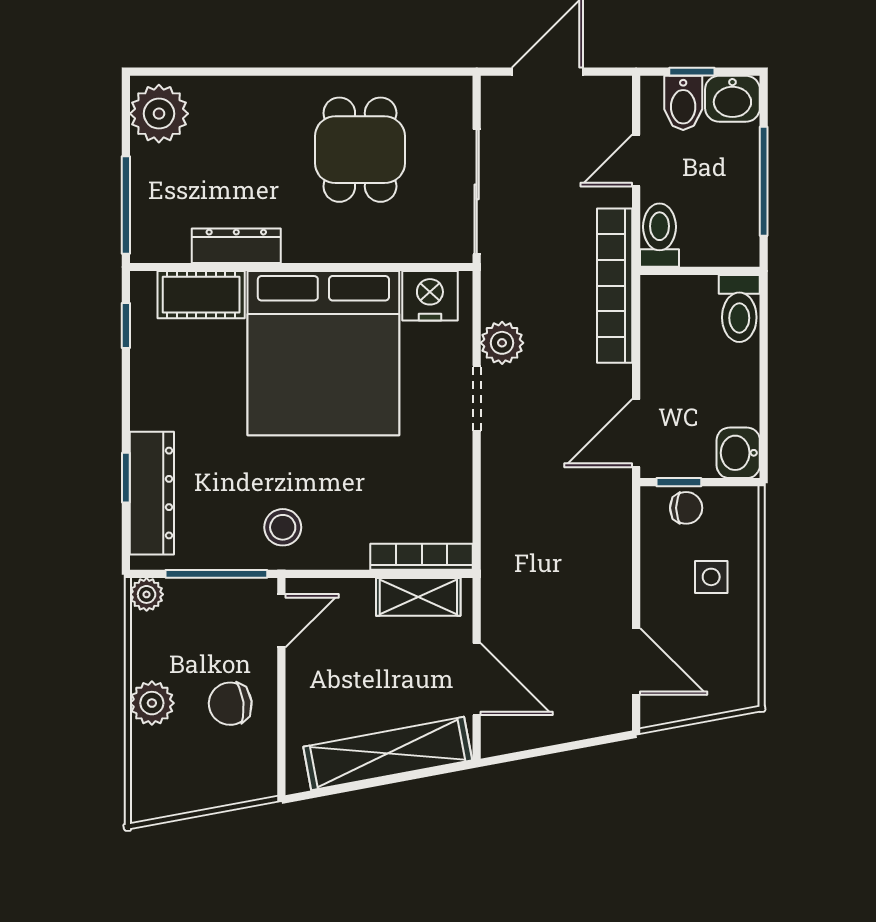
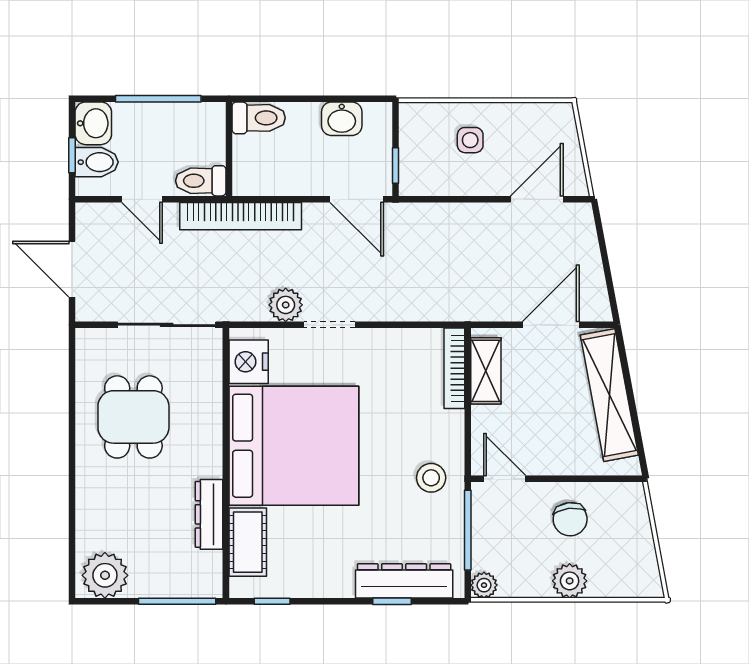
dining table: (360, 150) -> (133, 417), turned 90
washbasin: (738, 453) -> (342, 119), moved
chair: (686, 508) -> (416, 160), removed

